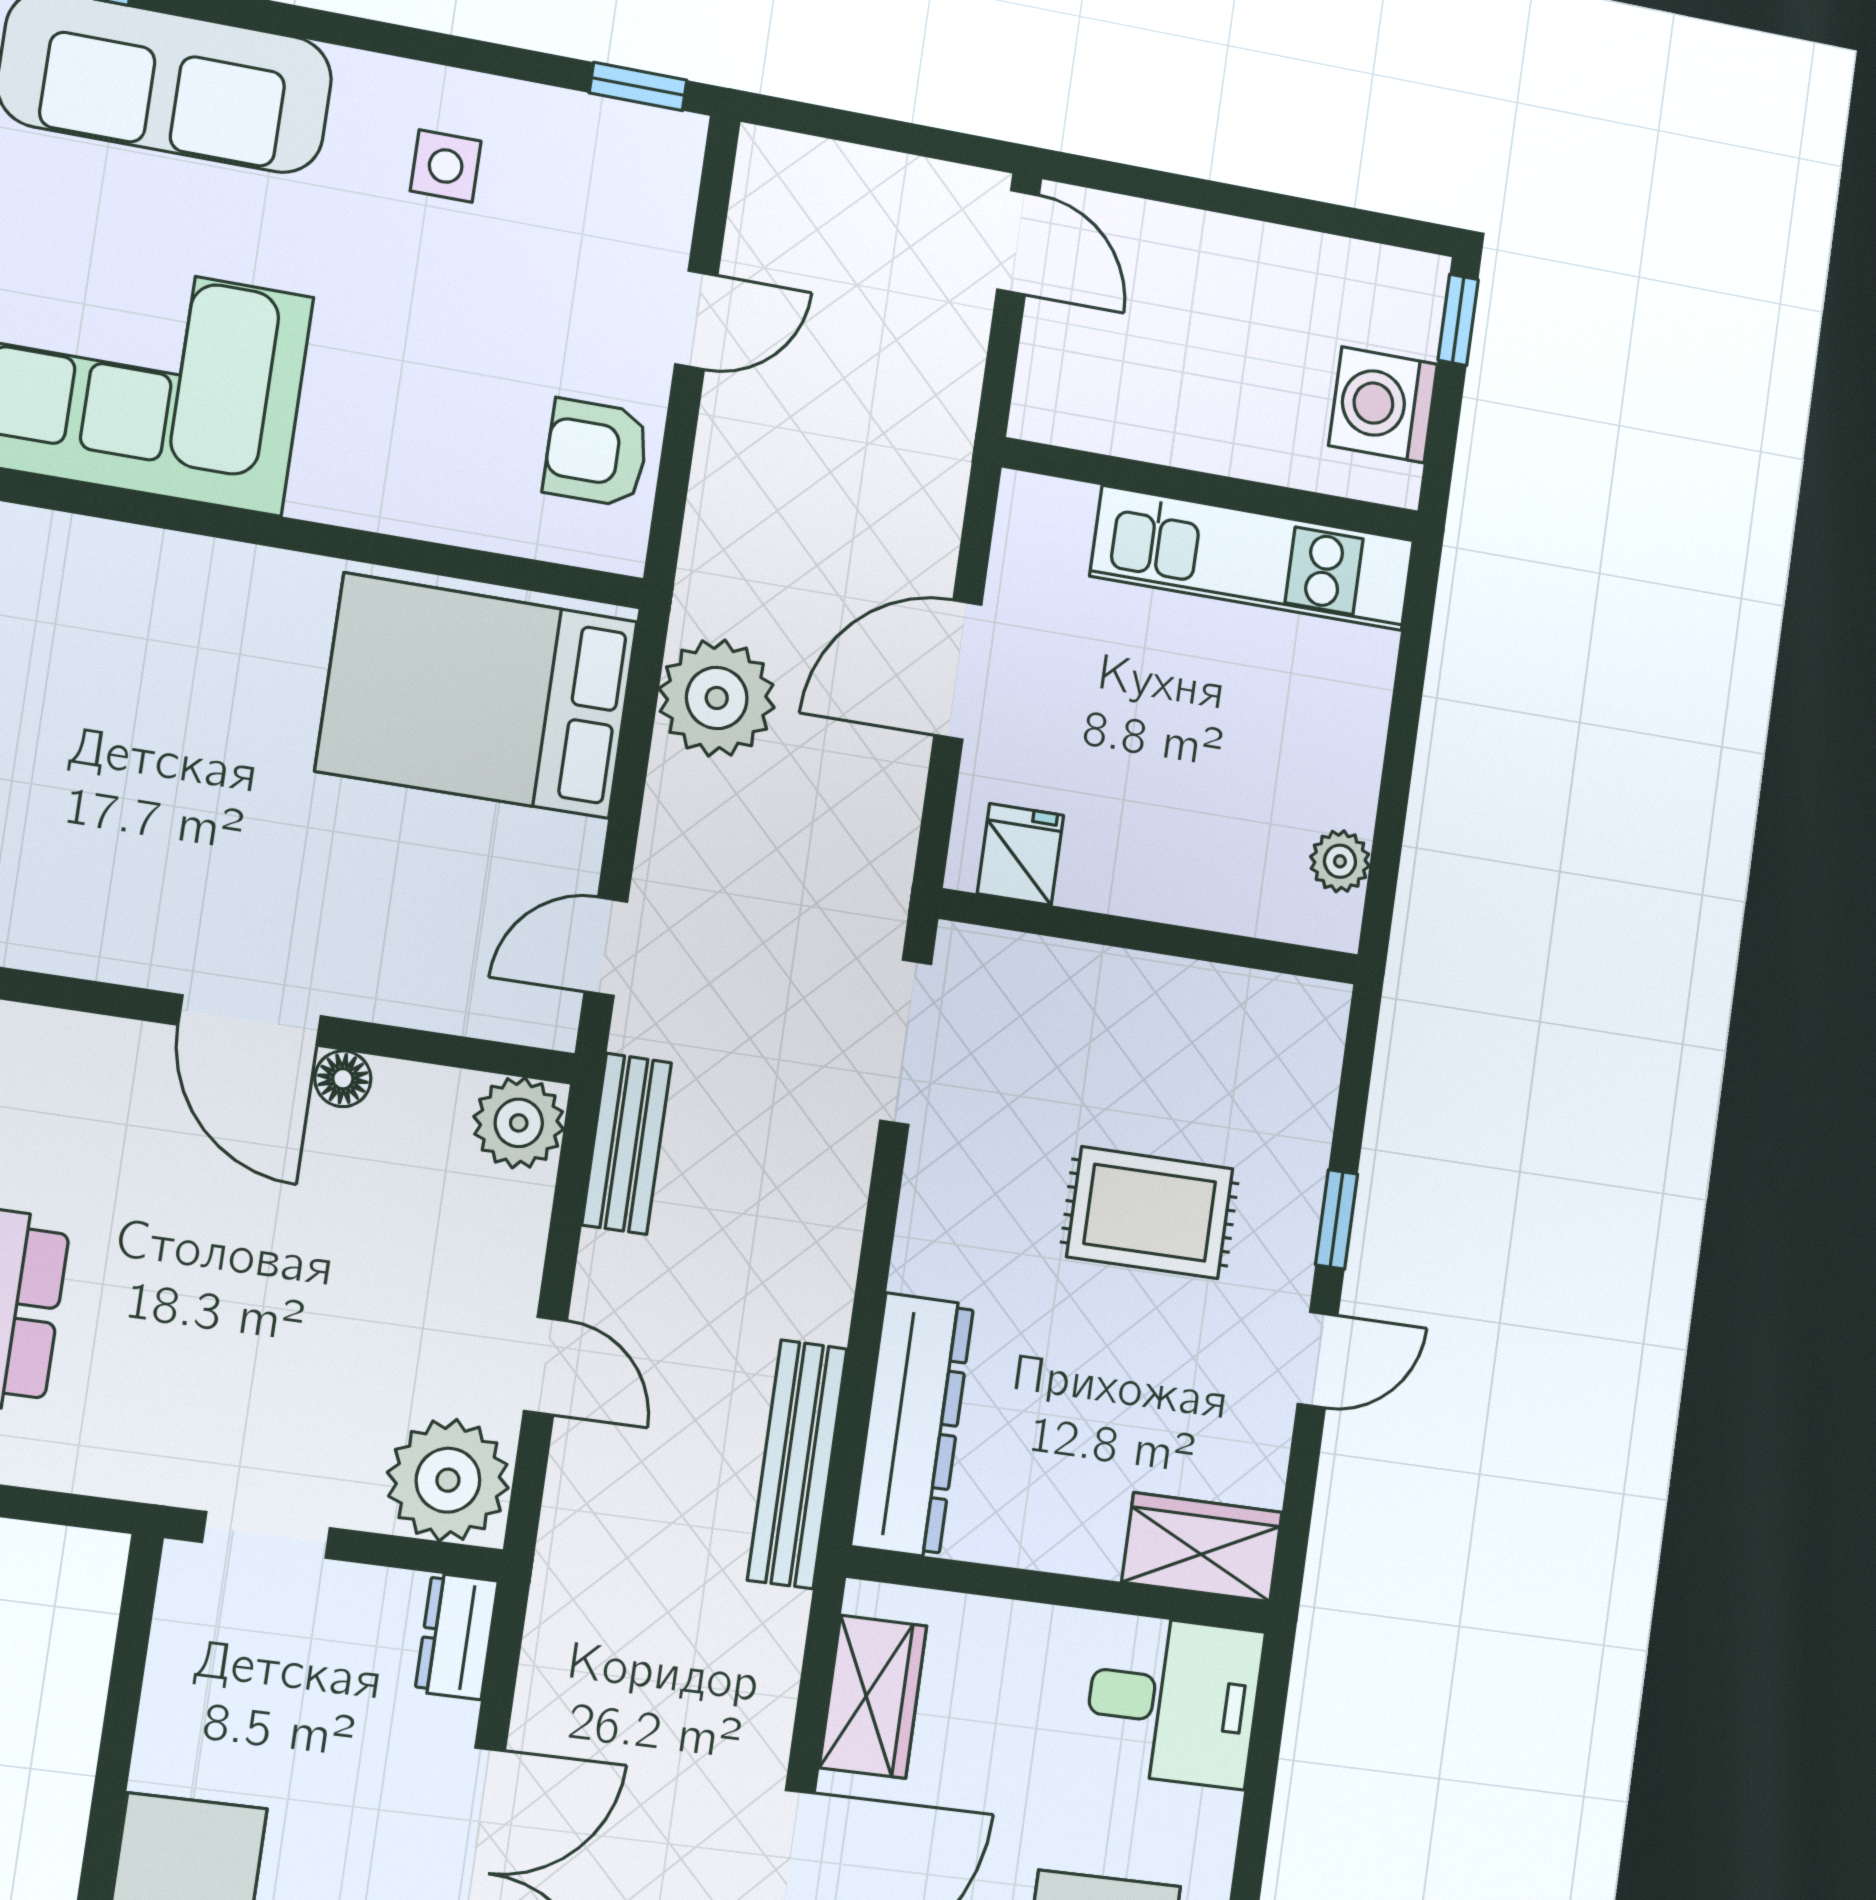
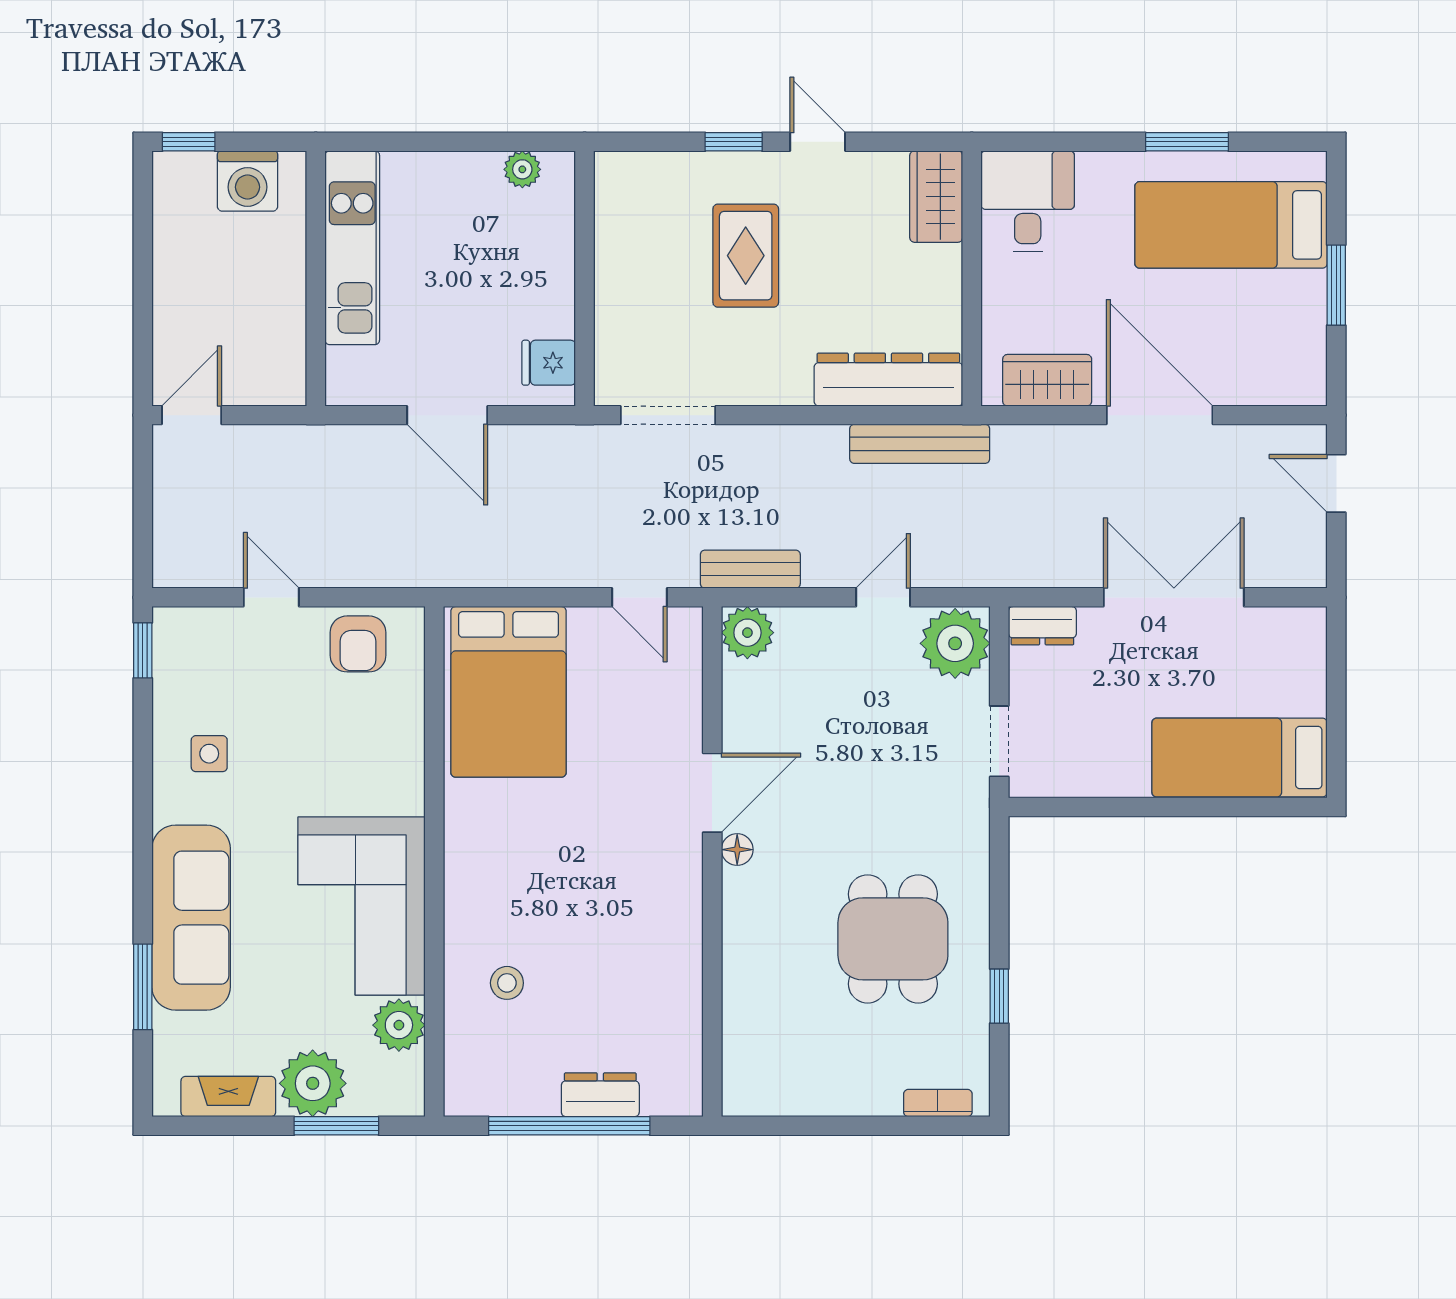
plant: (717, 698) -> (487, 554), removed
floor lamp: (343, 1079) -> (737, 850), moved

